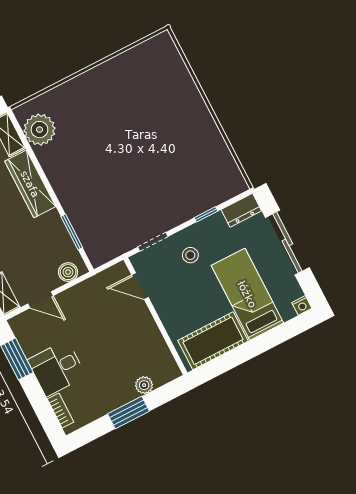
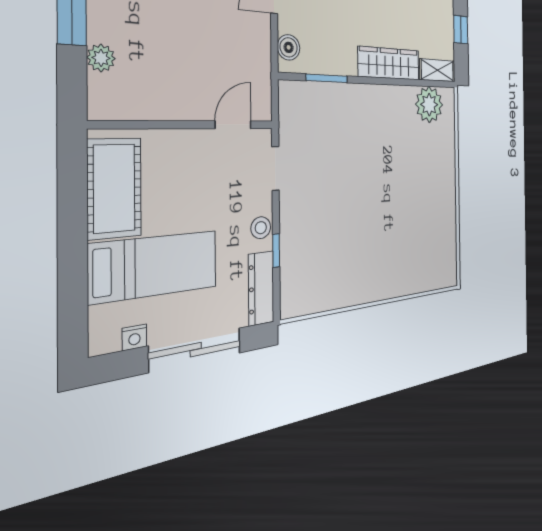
dresser: (241, 210) -> (261, 288), width x1.44
stool: (190, 255) -> (261, 228), moved
nightstand: (302, 305) -> (134, 337), moved, turned -90

